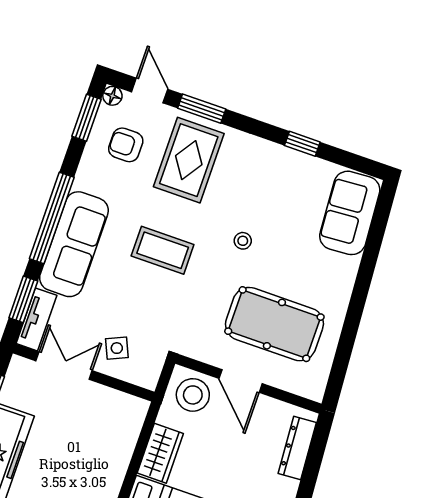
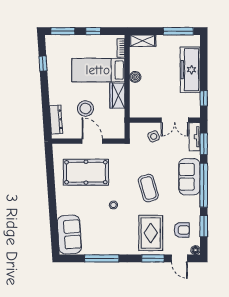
window: (87, 118) -> (204, 226), moved
window: (302, 144) -> (102, 258), width x2.17
sofa: (74, 244) -> (189, 177), width x0.73
coffee table: (163, 250) -> (148, 188), turned 74
stool: (193, 395) -> (85, 109), moved
boiler: (112, 478) -> (135, 77), added

